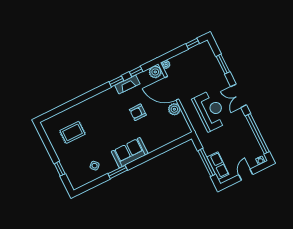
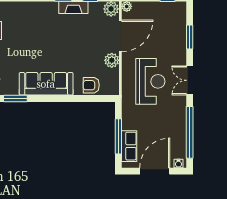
door: (172, 88) -> (120, 36), swing flipped
armchair: (138, 112) -> (91, 85), moved
sofa: (130, 153) -> (46, 84), width x1.36
door: (246, 175) -> (155, 171), width x1.87

